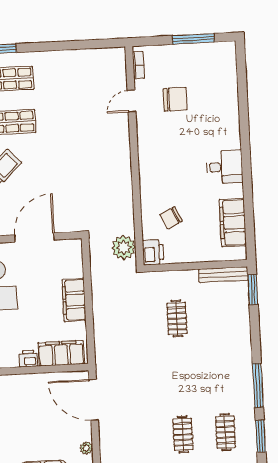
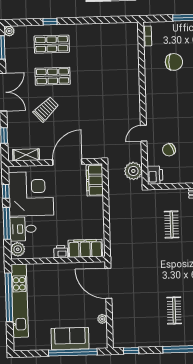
door: (131, 101) -> (144, 133), moved
filing cabinet: (74, 300) -> (95, 180), moved

